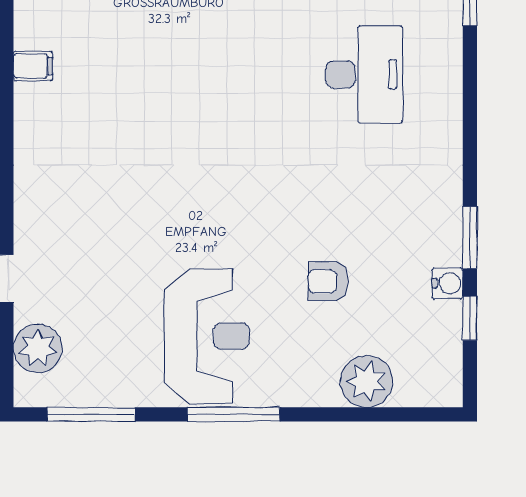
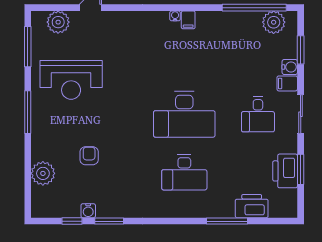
desk: (238, 74) -> (184, 114), added
water cooler: (24, 95) -> (175, 16), added
reception desk: (207, 336) -> (71, 80), moved

